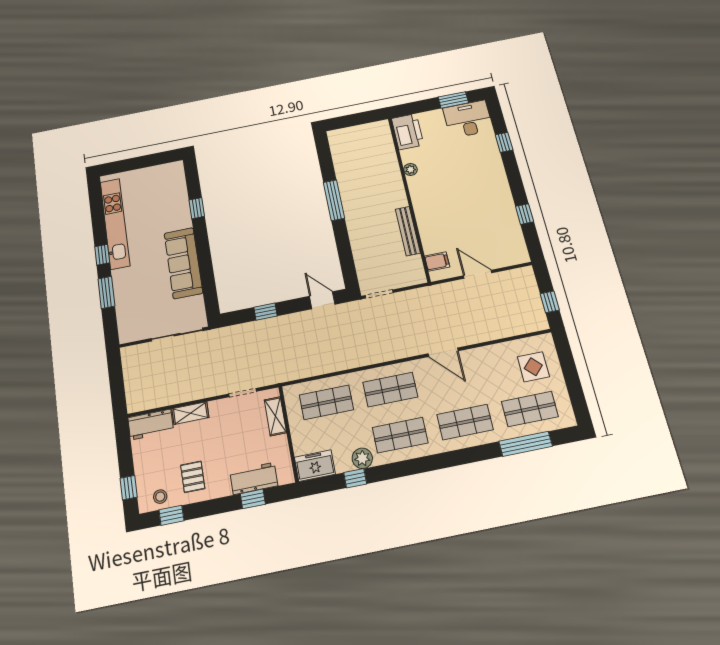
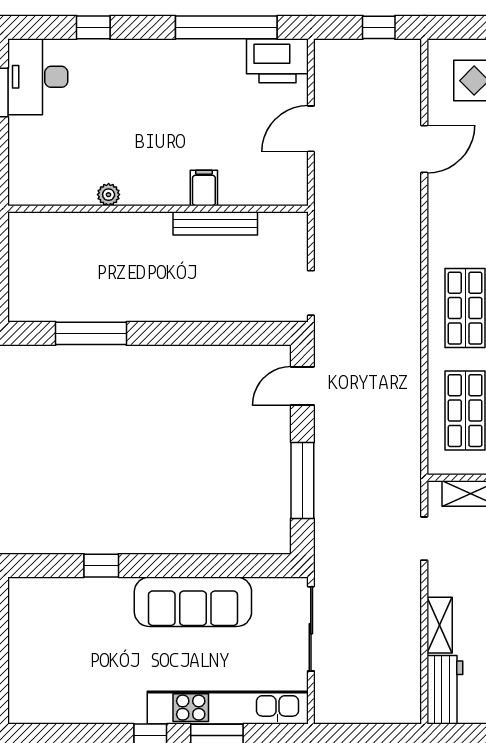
printer: (408, 132) -> (277, 61), moved, turned 180
window: (334, 200) -> (91, 333), moved
window: (525, 214) -> (226, 27), width x3.17
kitchen unit: (115, 223) -> (228, 708), moved
filing cabinet: (437, 261) -> (204, 188), moved
window: (265, 312) -> (302, 480), width x2.17
door: (443, 352) -> (424, 149), moved

